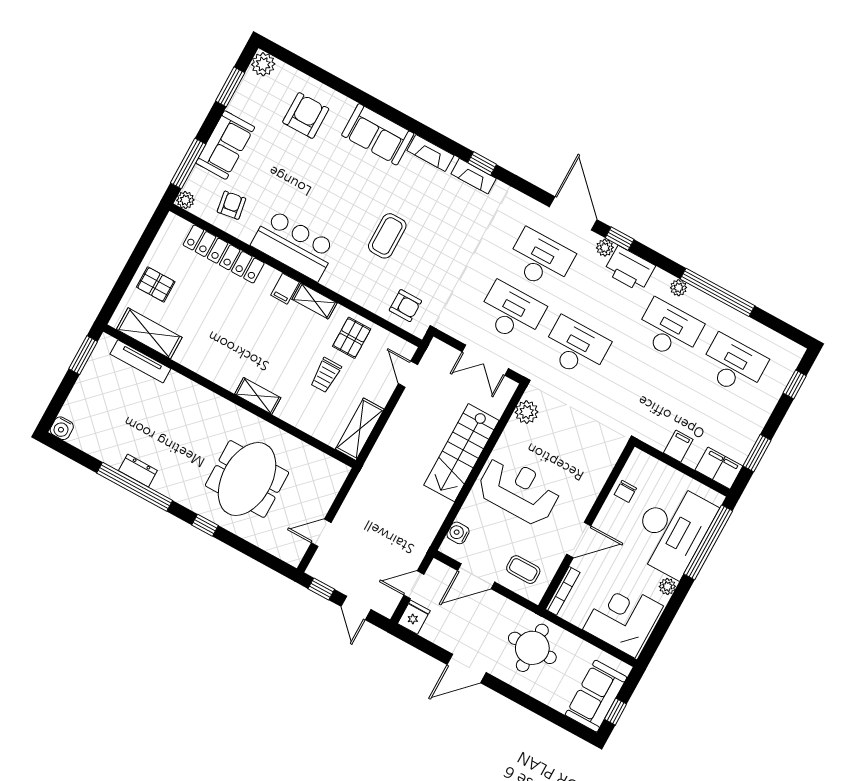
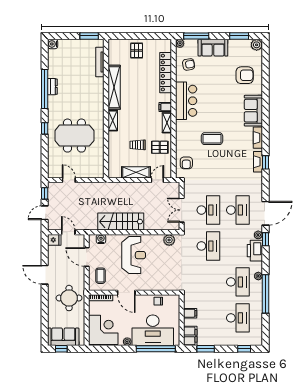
shelving: (149, 333) -> (114, 87), moved, width x1.47
shelving: (360, 429) -> (136, 172), moved
stairs: (461, 453) -> (121, 222), moved

